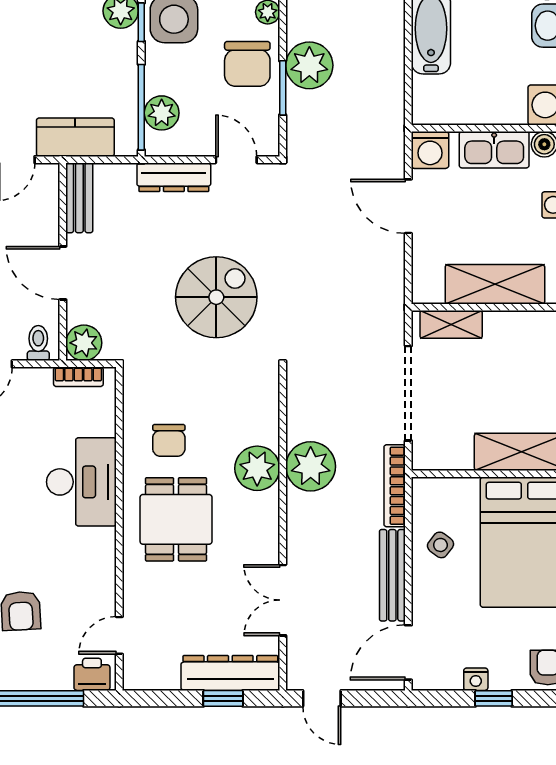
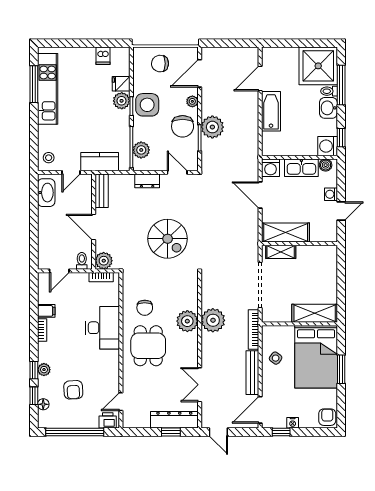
dresser: (174, 177) -> (147, 181), width x0.70
shelving: (495, 284) -> (286, 233), moved
spiral stairs: (216, 297) -> (168, 239), turned 90
window: (494, 698) -> (281, 432), moved

